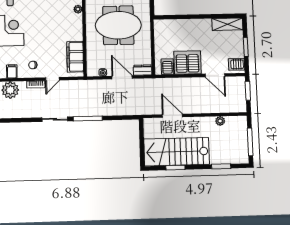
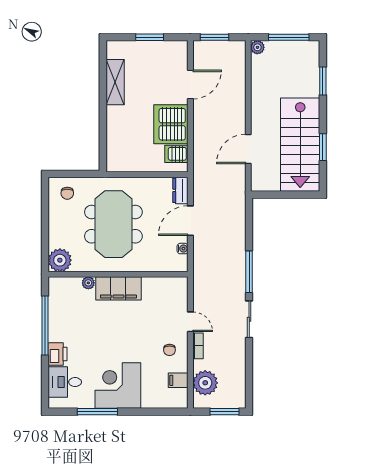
shelving: (227, 24) -> (115, 82), moved
filing cabinet: (75, 57) -> (118, 288), moved
server rack: (236, 64) -> (175, 52), removed
plant: (220, 121) -> (257, 47), moved

